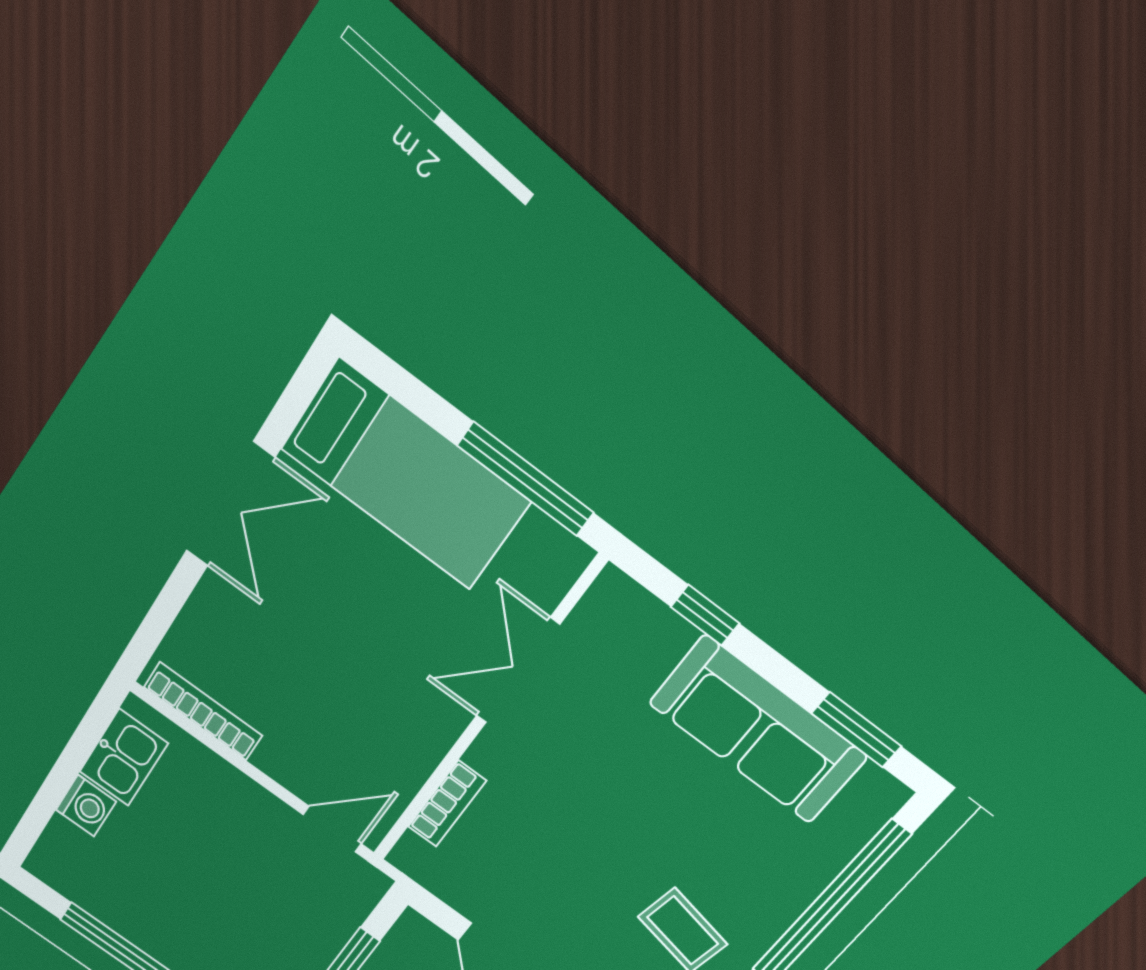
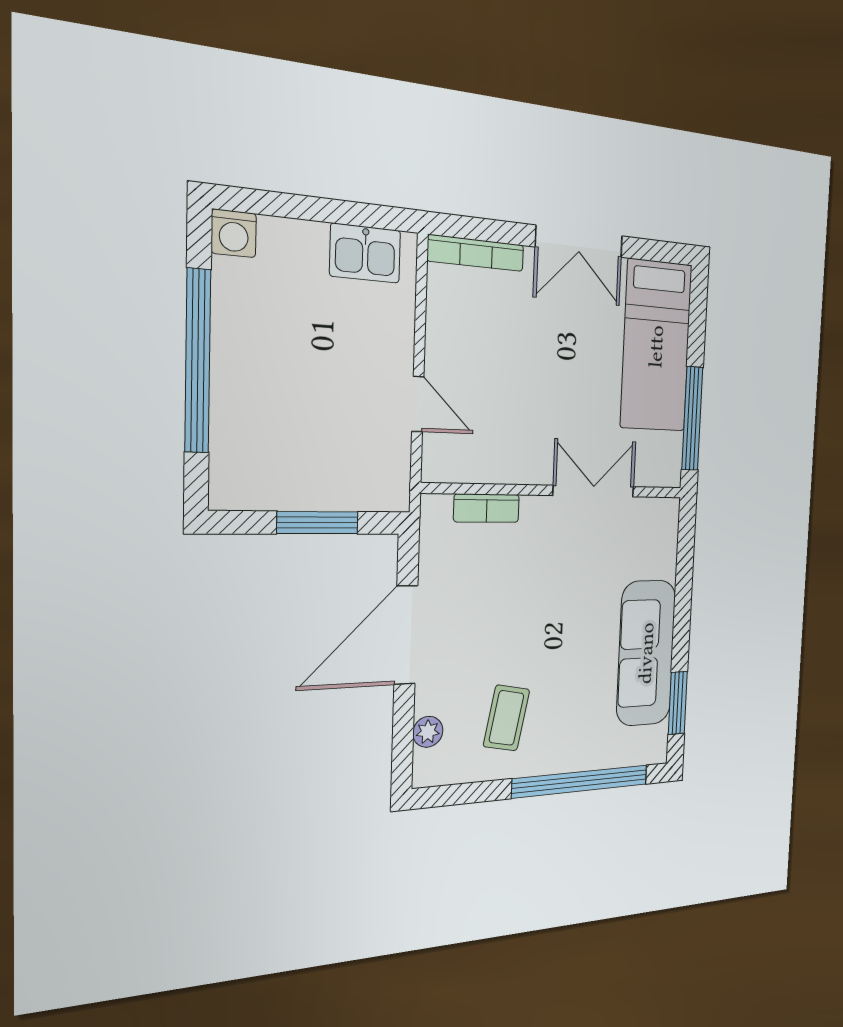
window: (705, 615) -> (684, 573), removed
bookcase: (203, 711) -> (476, 253), moved, turned 90
washing machine: (86, 806) -> (234, 233), moved
door: (332, 829) -> (418, 404), moved

